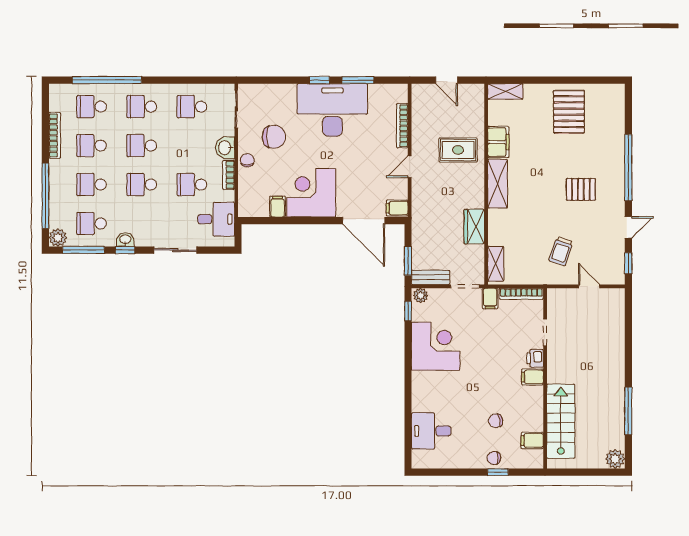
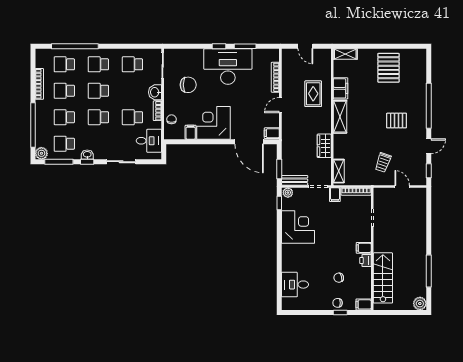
rug: (458, 150) -> (313, 94), turned 90
chair: (247, 160) -> (172, 119), moved
printer: (535, 358) -> (365, 261), moved
filing cabinet: (532, 440) -> (364, 304), moved

